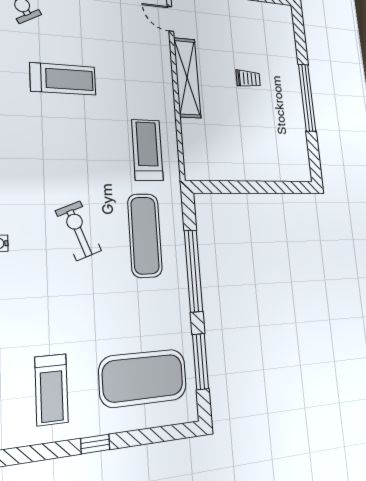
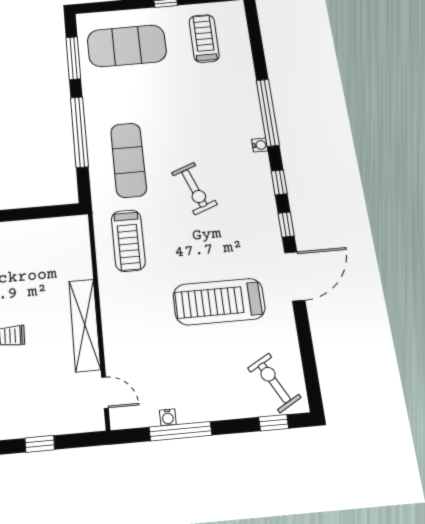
treadmill: (63, 79) -> (219, 302), width x1.37, depth x1.38
exercise bike: (78, 231) -> (194, 188), moved

